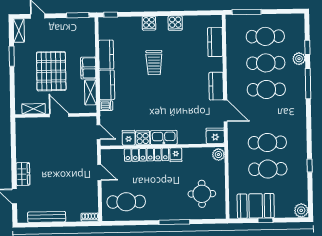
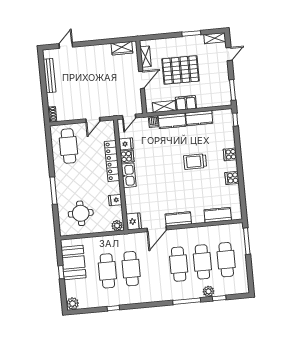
fridge: (176, 155) -> (115, 200), moved
wardrobe: (23, 174) -> (122, 48), moved

